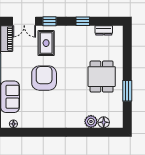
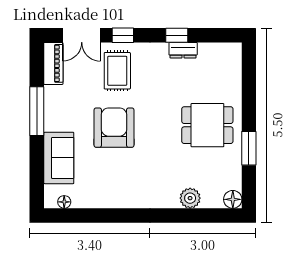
dresser: (104, 30) -> (183, 50), moved
dining table: (102, 77) -> (207, 125), turned 90
floor lamp: (104, 122) -> (233, 199), moved

